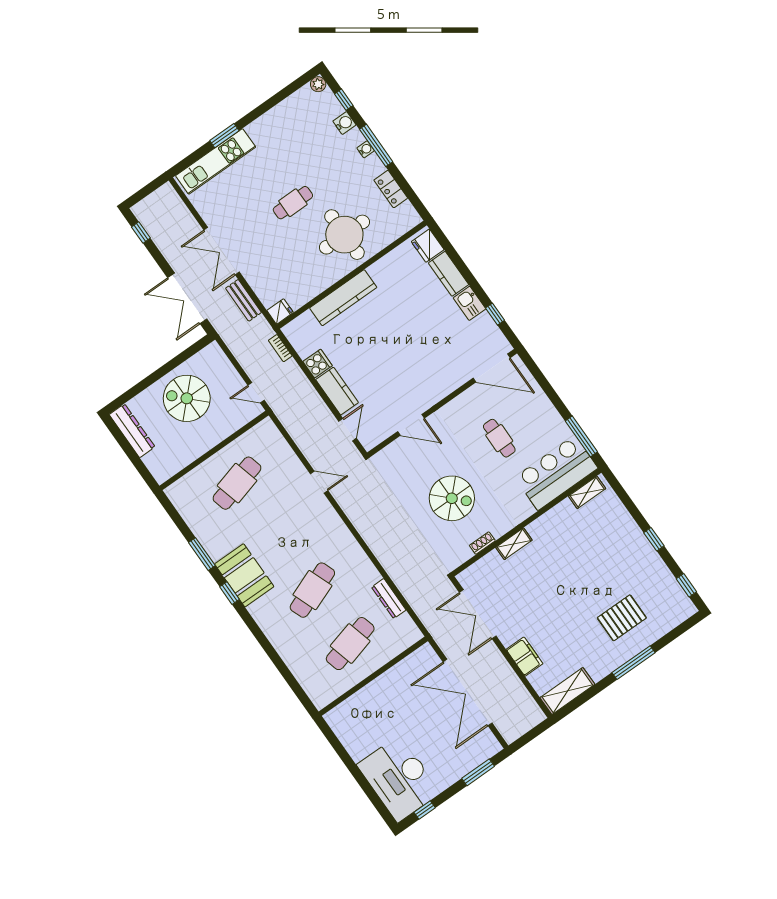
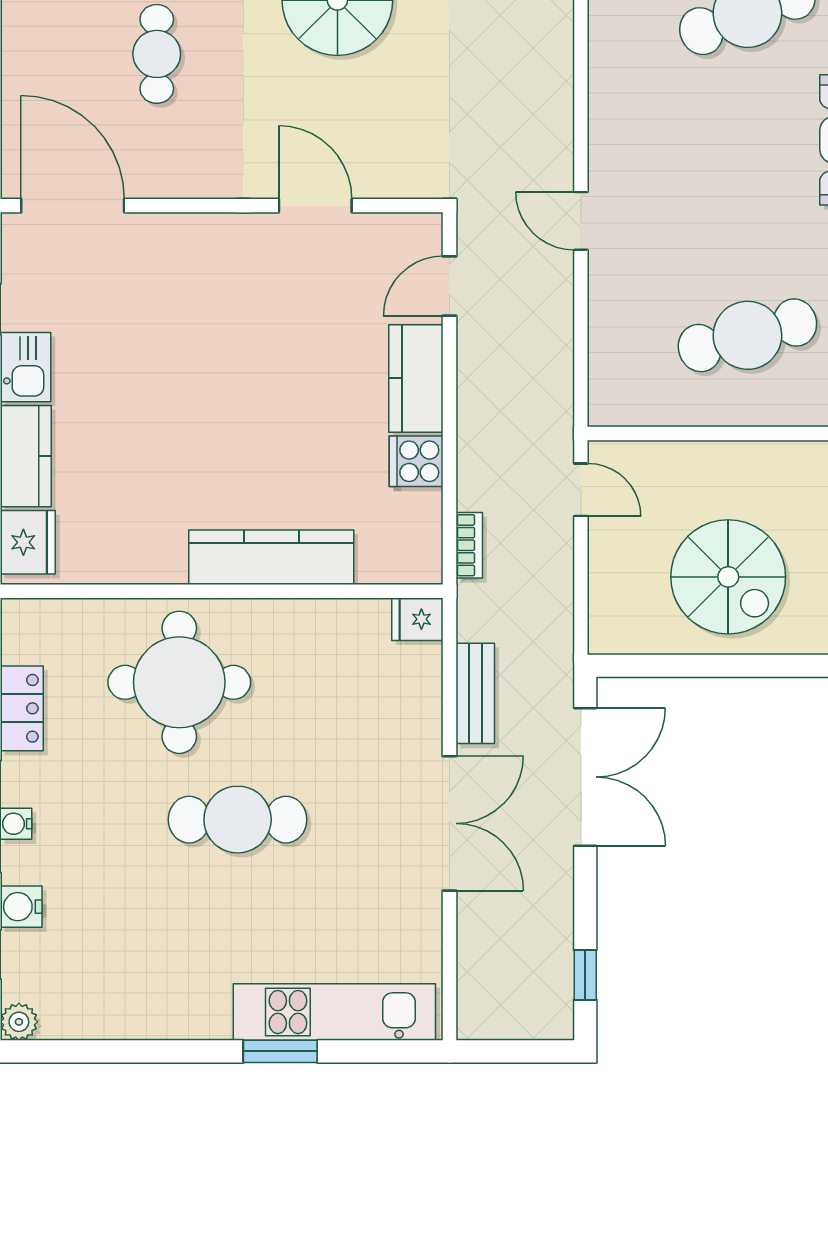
cafe table: (293, 203) -> (238, 820), width x1.37, depth x1.35

